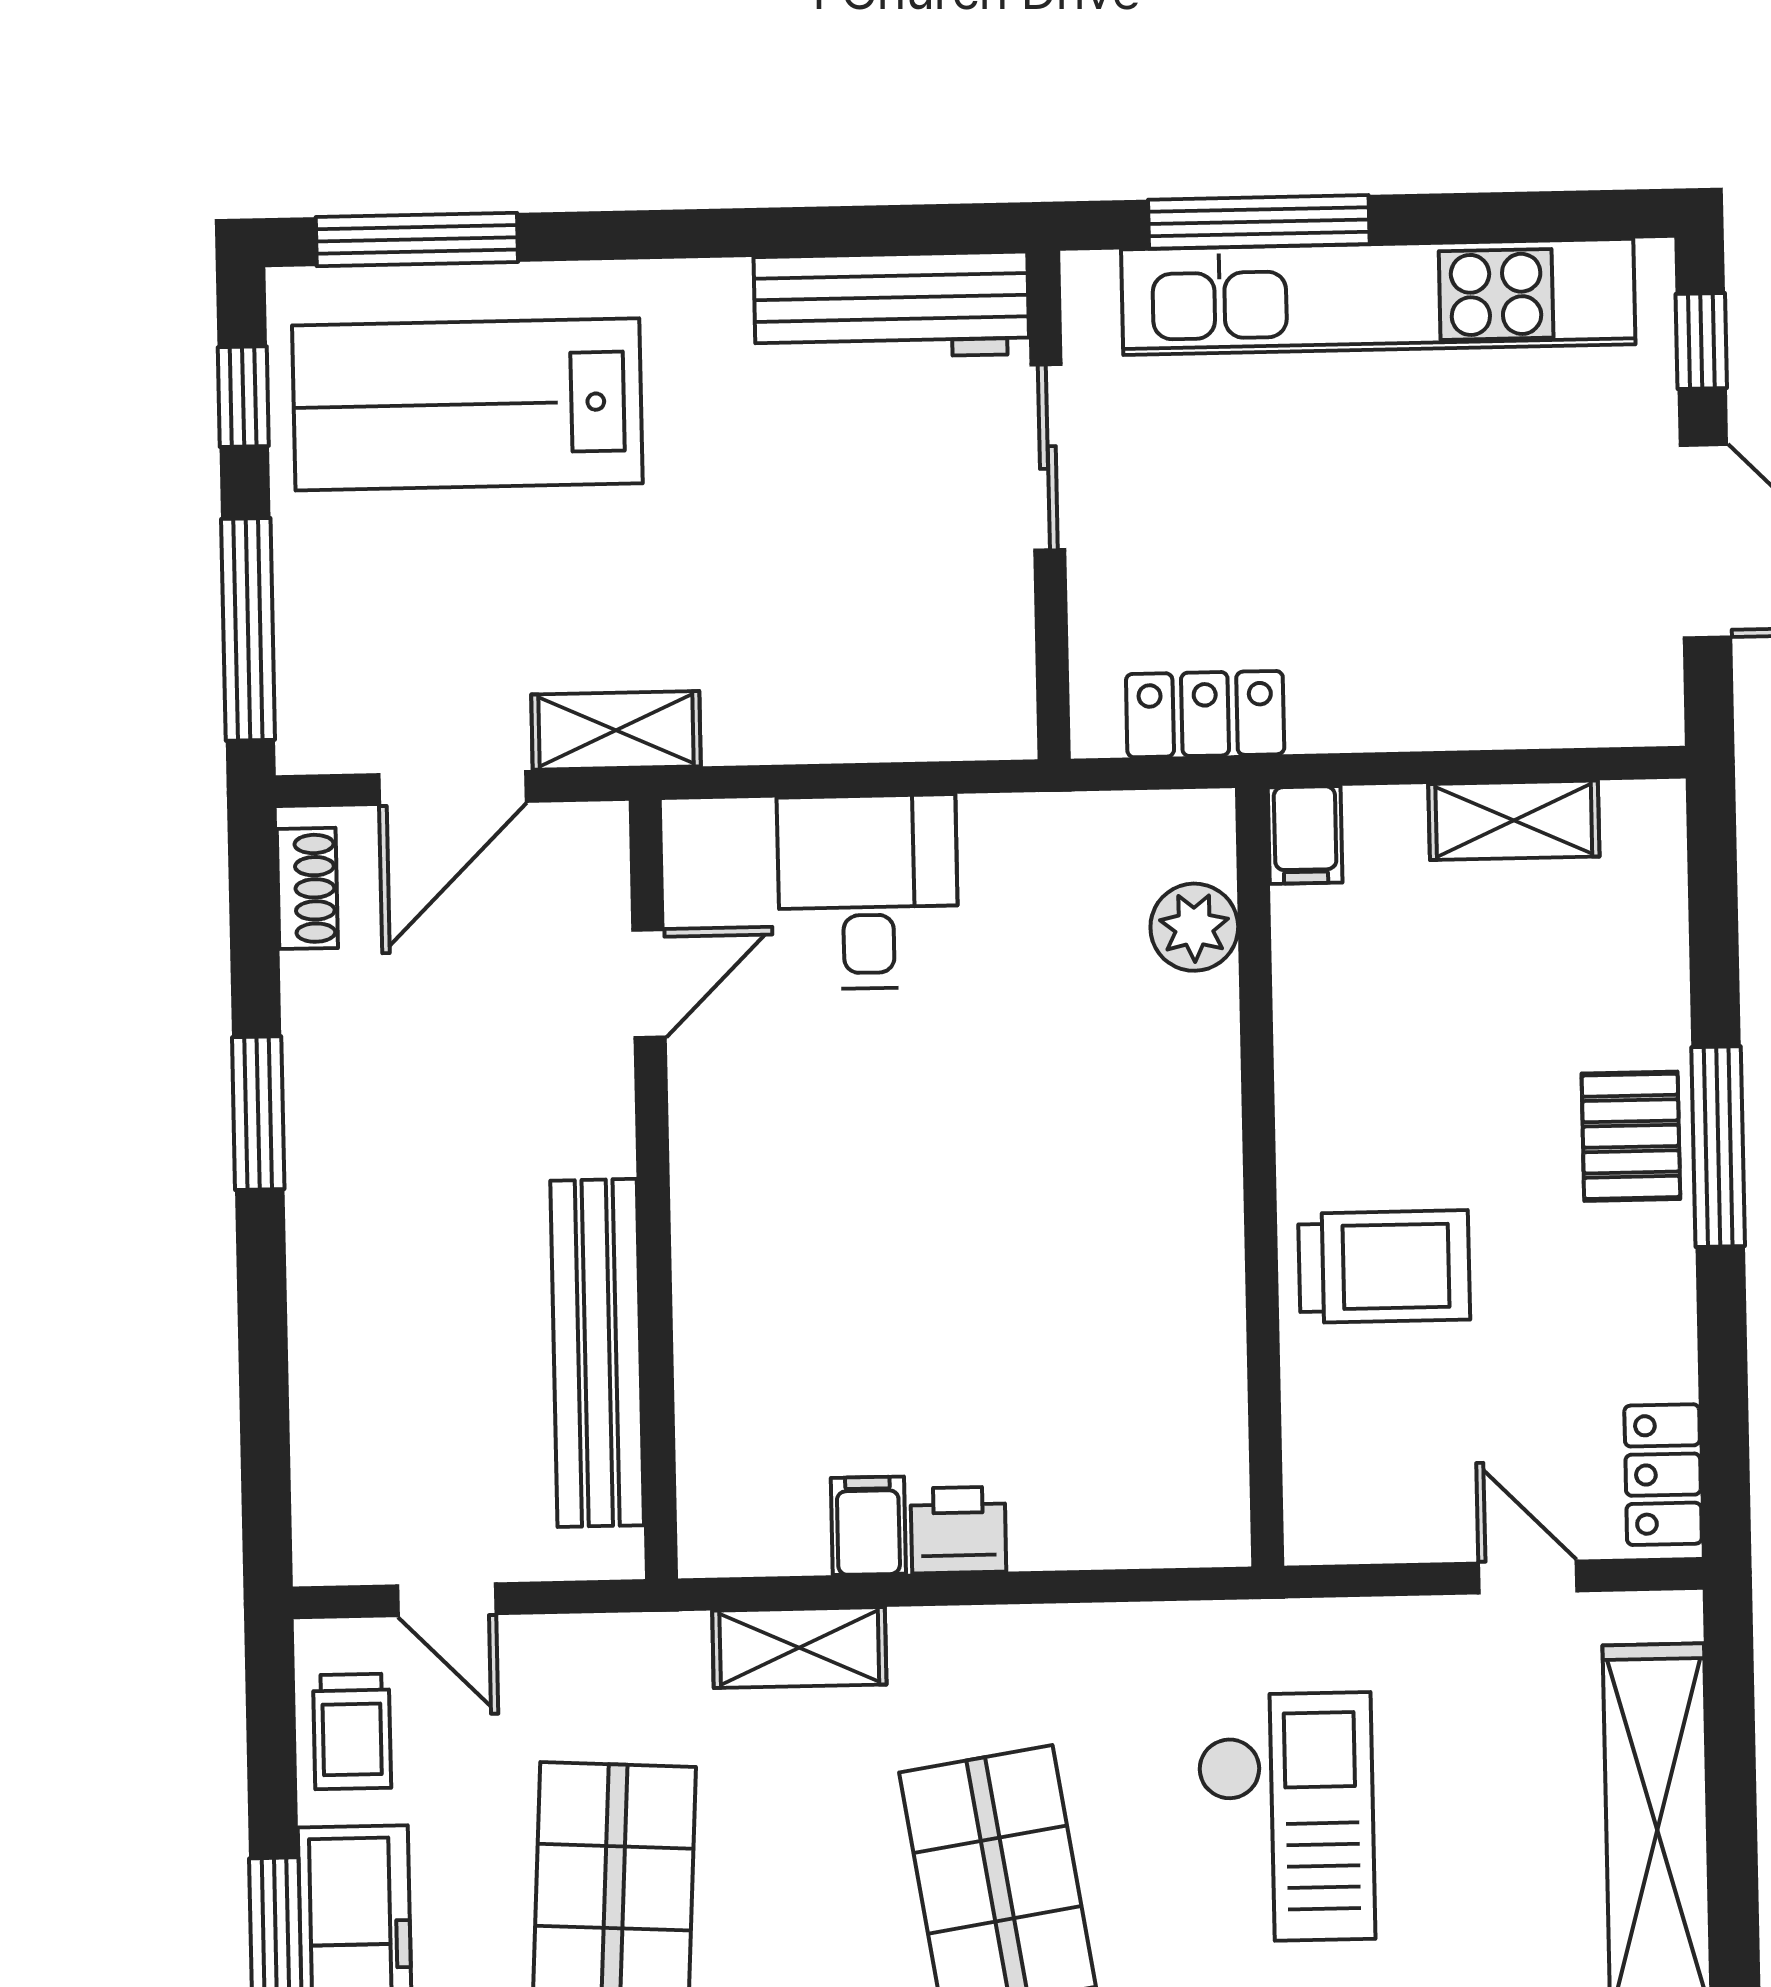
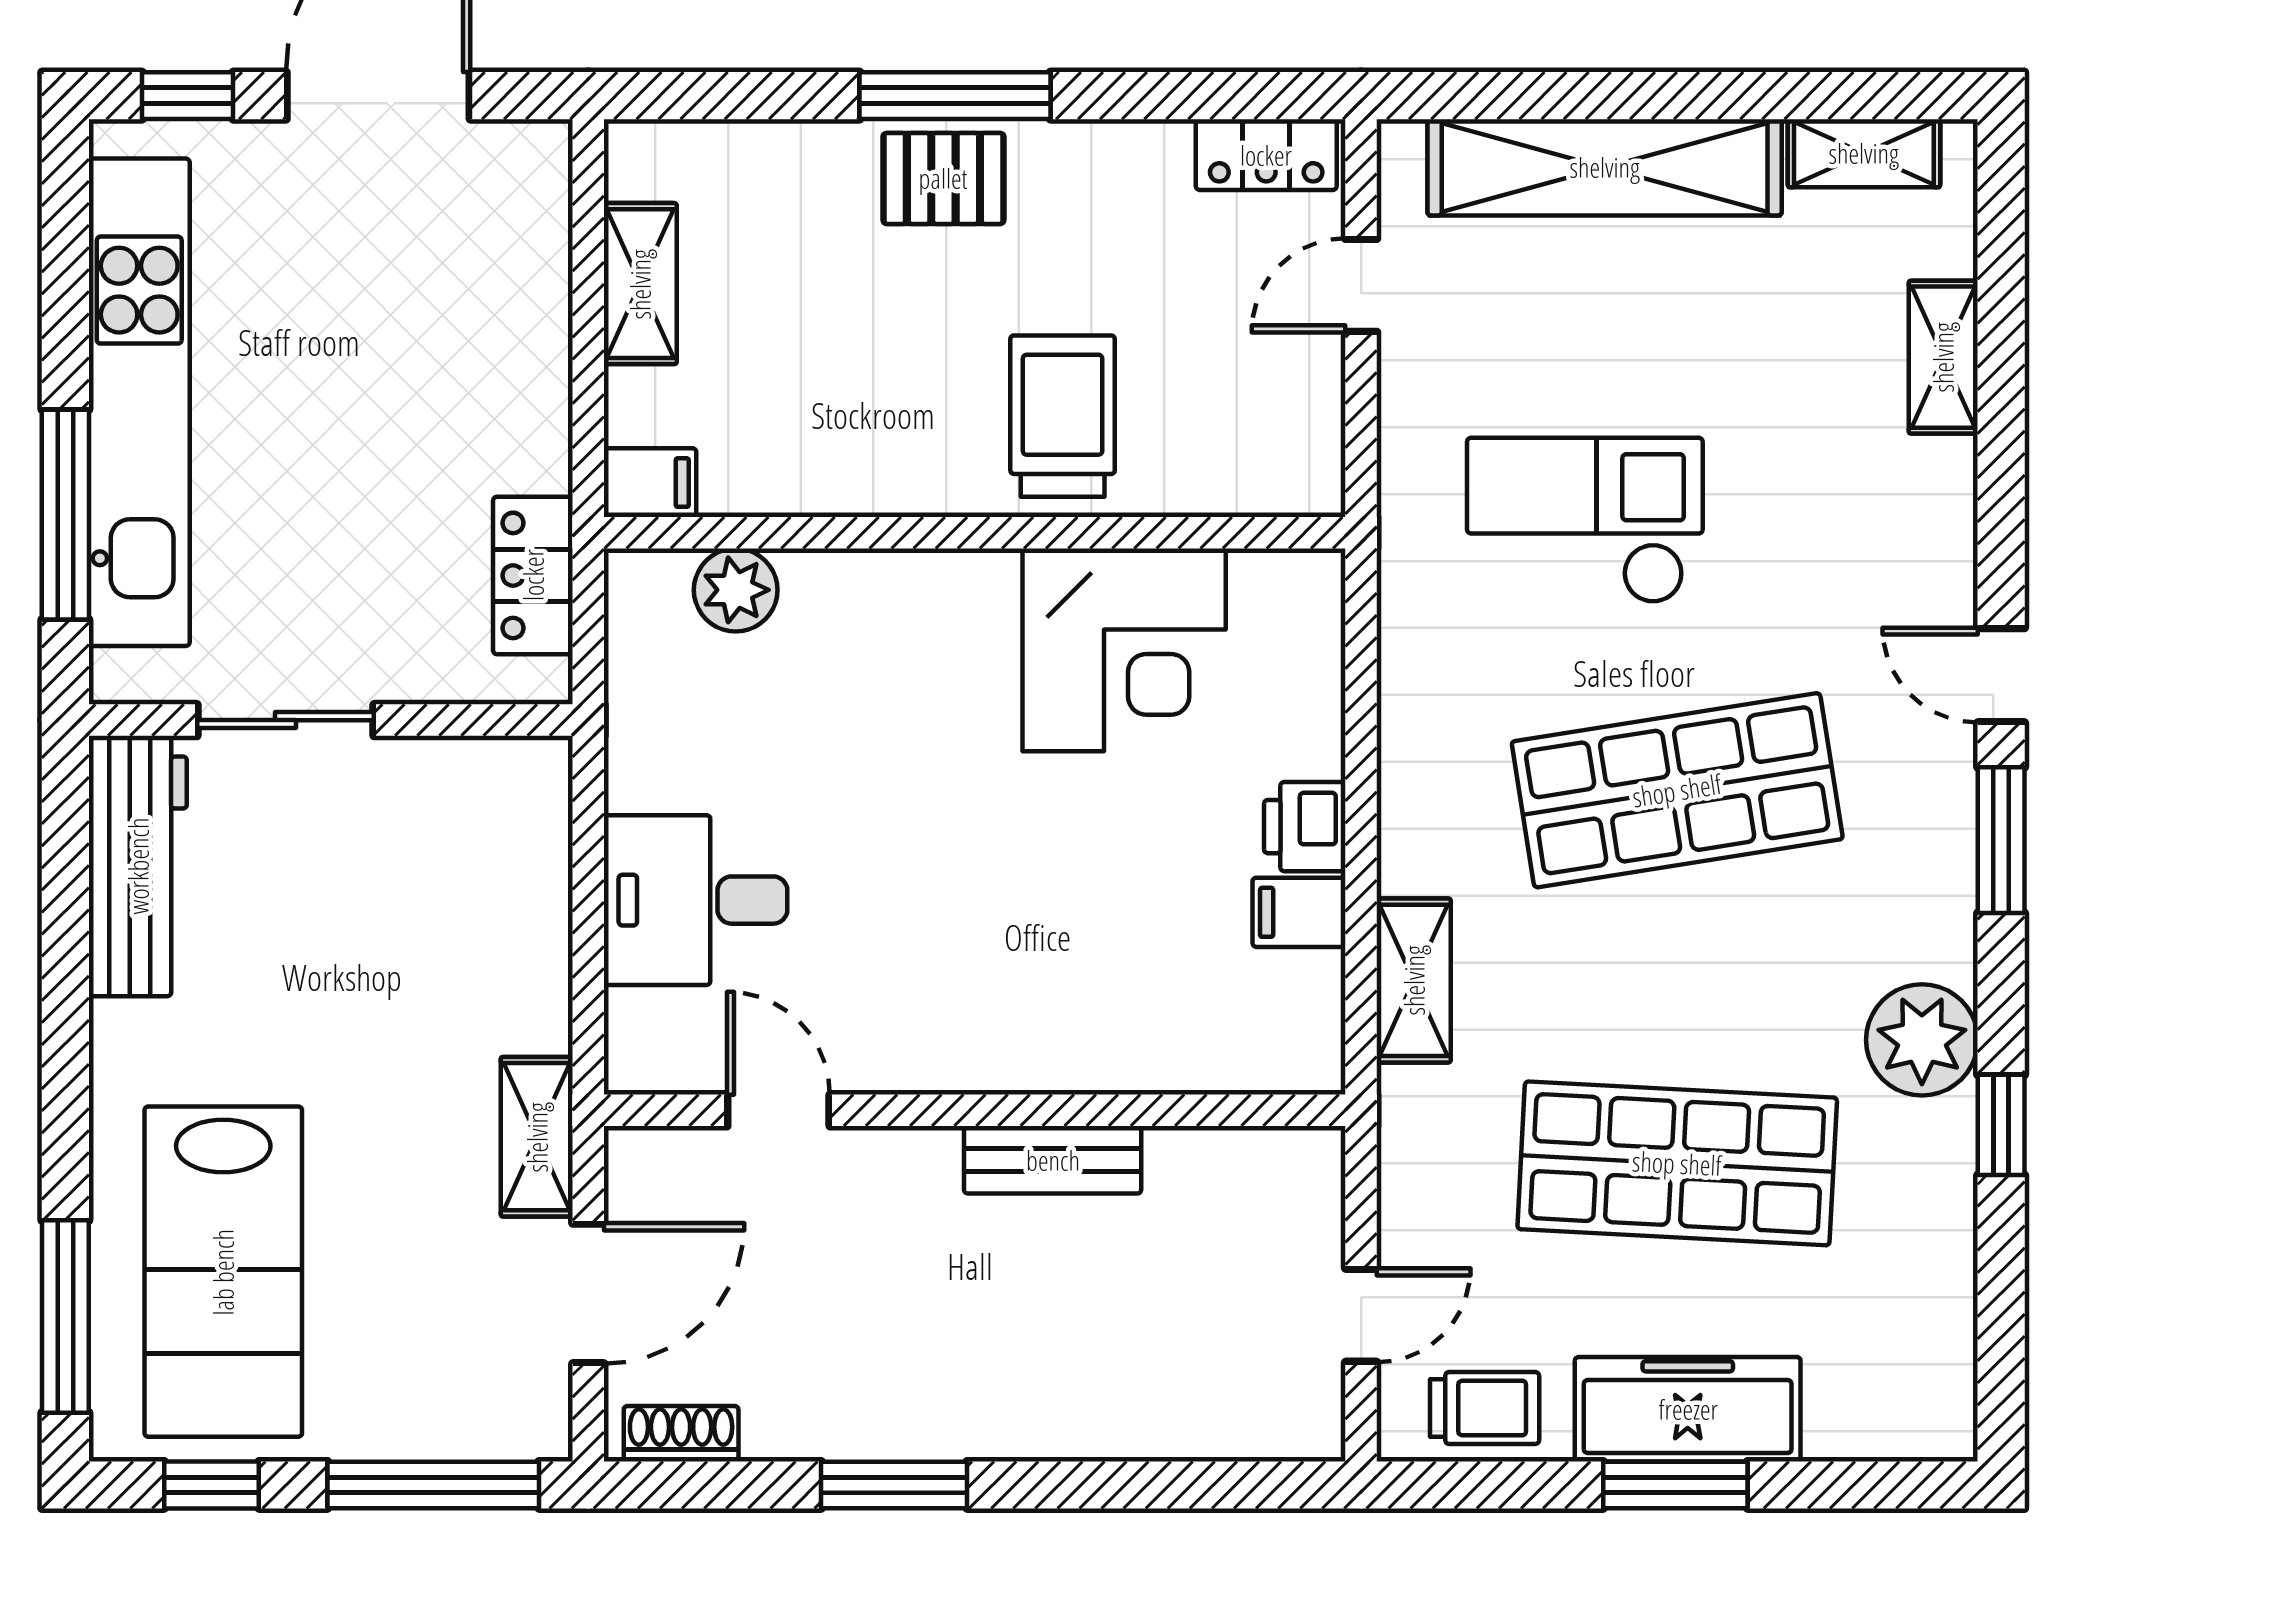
door: (453, 788) -> (588, 1293), hinge flipped
corner desk: (1140, 1336) -> (1124, 650), added
bench: (597, 1353) -> (1053, 1160), width x0.54, depth x0.82

